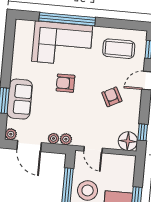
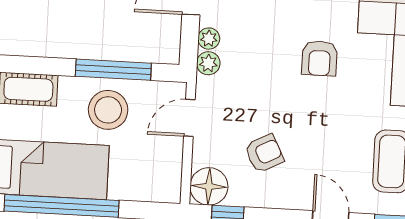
armchair: (65, 83) -> (319, 58), turned 180
armchair: (112, 97) -> (264, 153), moved

